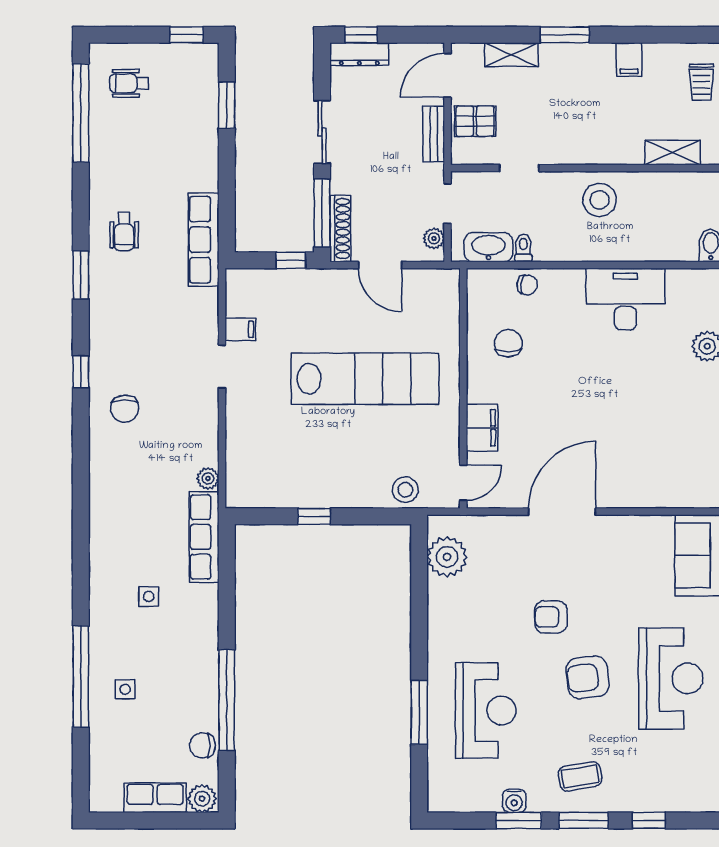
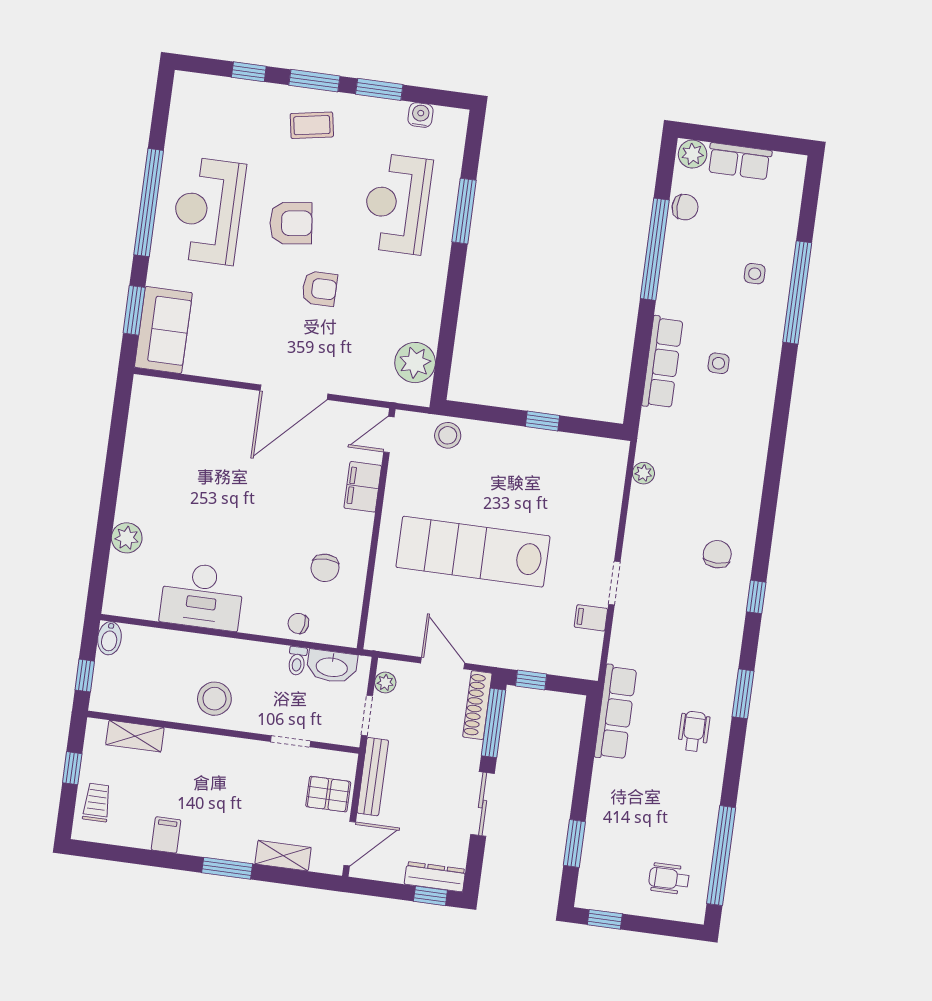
wheelchair: (129, 83) -> (669, 879), turned 180
bench: (434, 134) -> (373, 777), width x1.36
row of seats: (204, 537) -> (662, 362), moved
water cooler: (514, 801) -> (421, 115), moved

